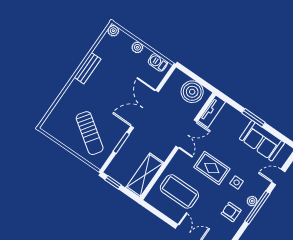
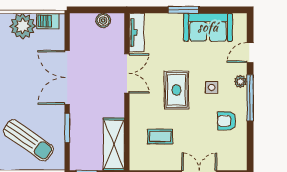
plant: (137, 47) -> (23, 26), width x1.88, depth x1.88
boiler: (192, 92) -> (103, 20), width x0.54, depth x0.54
rug: (212, 168) -> (176, 90), turned 90
coffee table: (179, 191) -> (160, 136), width x0.54, depth x0.58
plant: (252, 201) -> (240, 82), moved

